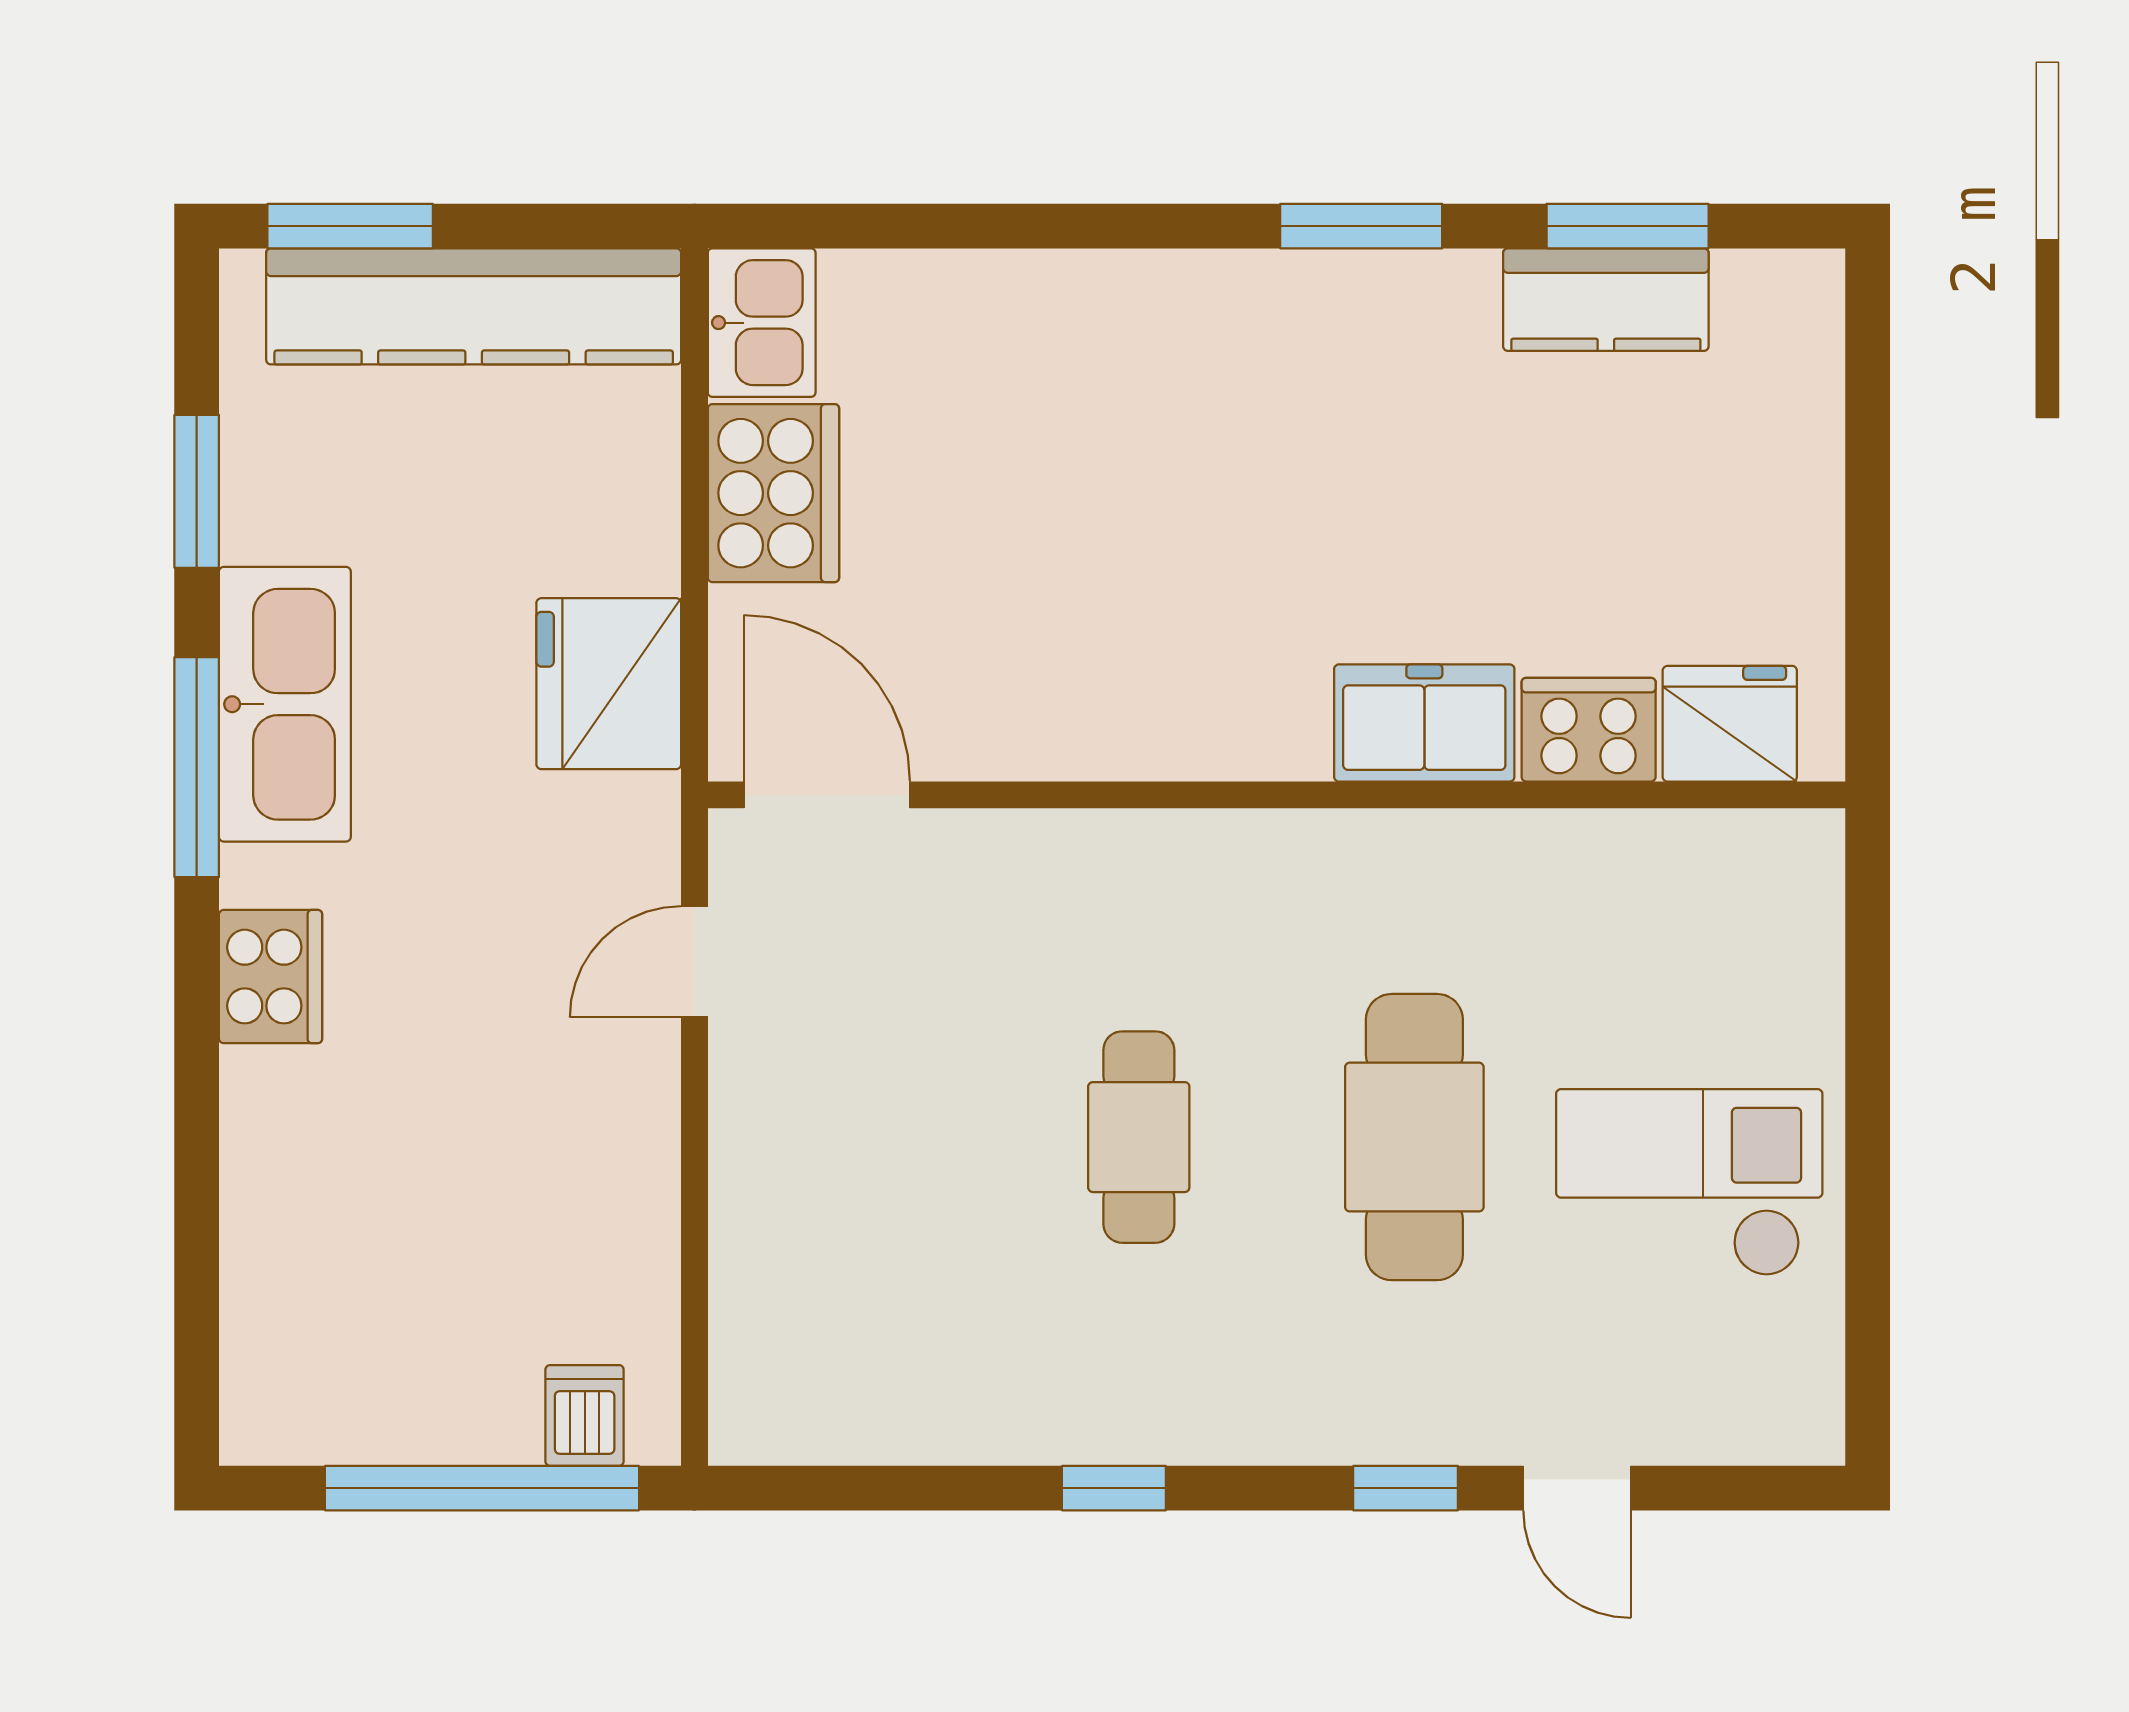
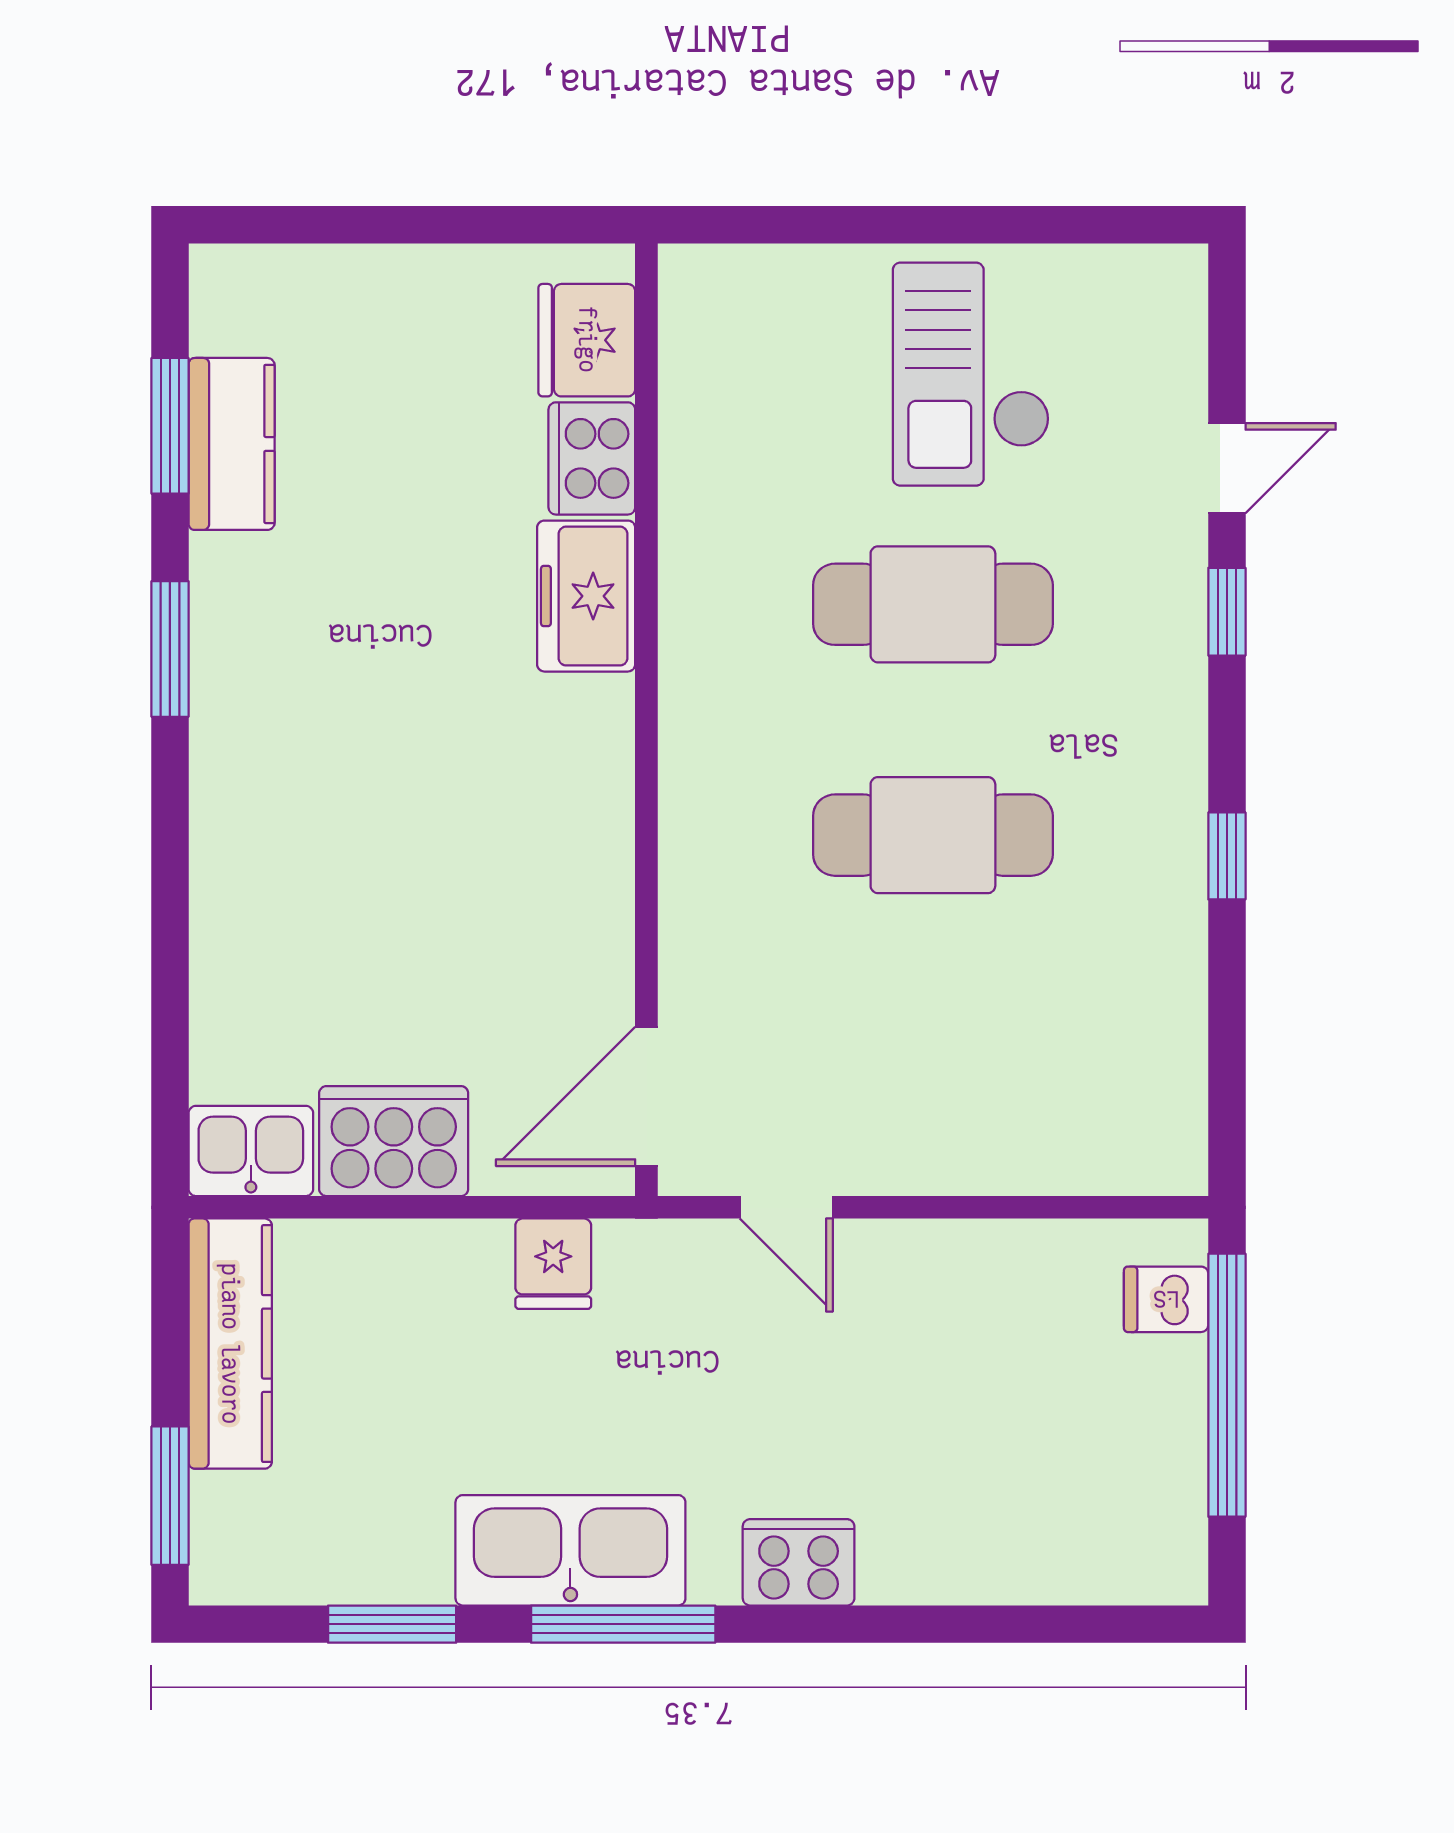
kitchen counter: (474, 306) -> (230, 1344), width x0.72, depth x0.86
fridge: (609, 684) -> (553, 1264), width x0.53, depth x0.75
cafe table: (1139, 1137) -> (933, 835), width x1.37, depth x1.35

